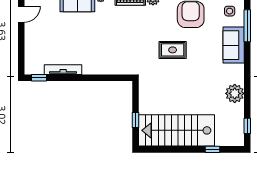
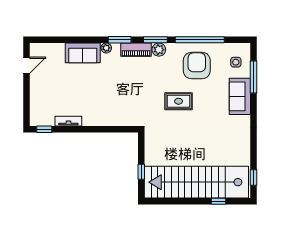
tv unit: (63, 70) -> (68, 121), width x0.71
plant: (235, 93) -> (241, 145), removed
stairs: (177, 130) -> (196, 182), width x1.36

